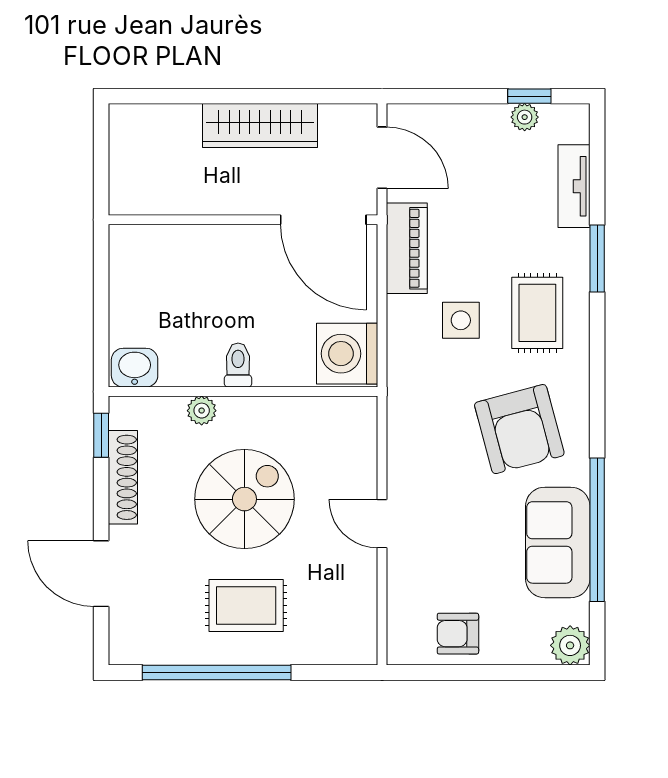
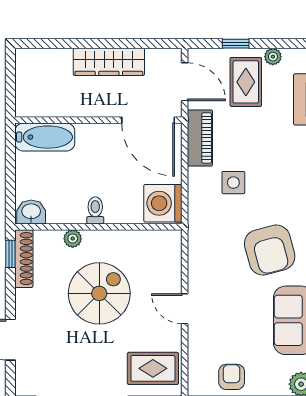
window: (529, 96) -> (236, 44), moved
bathtub: (157, 247) -> (45, 137), added
rug: (537, 313) -> (246, 82), moved
shoe rack: (123, 477) -> (24, 259), moved
rug: (246, 606) -> (153, 368), moved
armchair: (458, 634) -> (232, 377), turned 90

